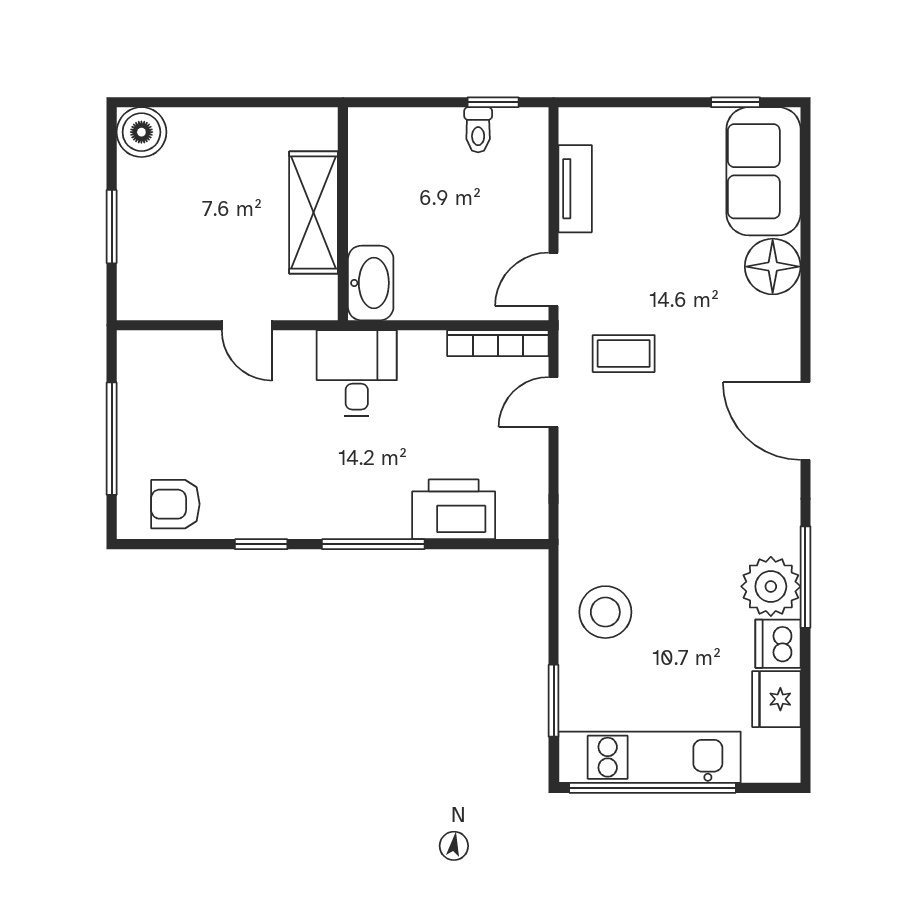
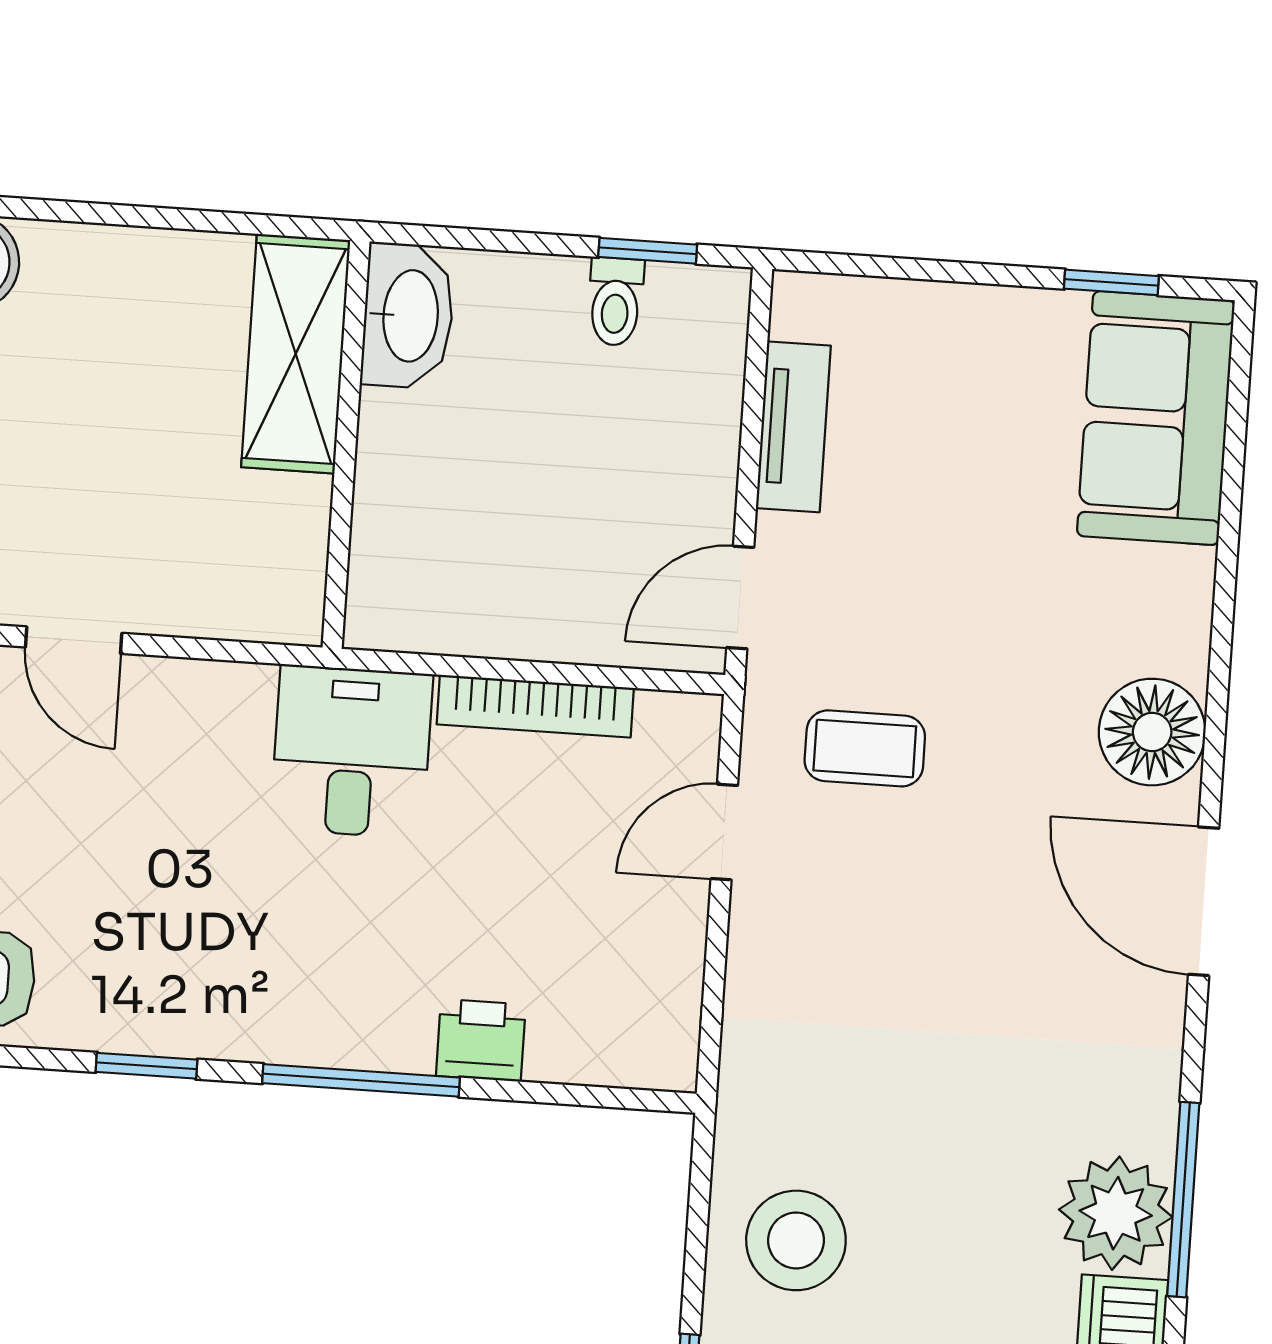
shelving: (314, 212) -> (296, 354), moved
floor lamp: (773, 267) -> (1152, 732), moved
washbasin: (371, 283) -> (408, 316), moved
door: (247, 325) -> (74, 640), moved
bookcase: (498, 343) -> (535, 706), moved
printer: (454, 509) -> (481, 1040), width x0.53, depth x0.68

